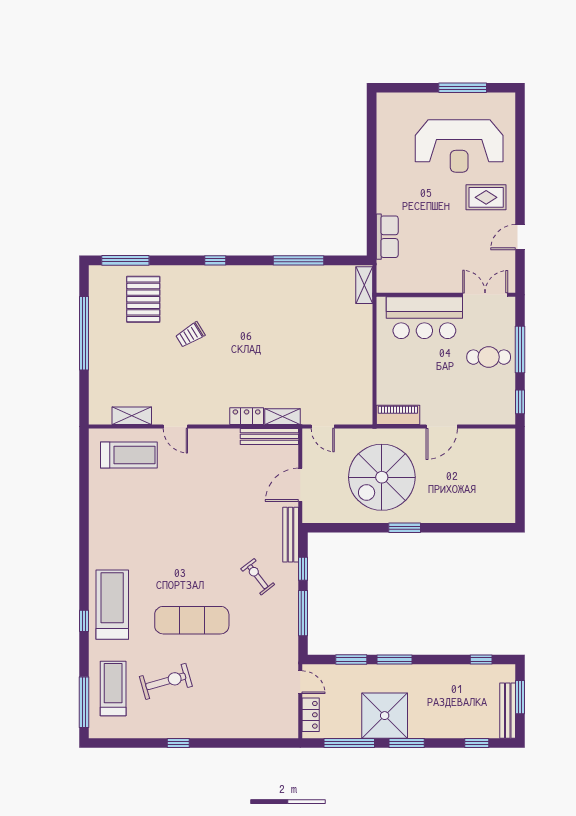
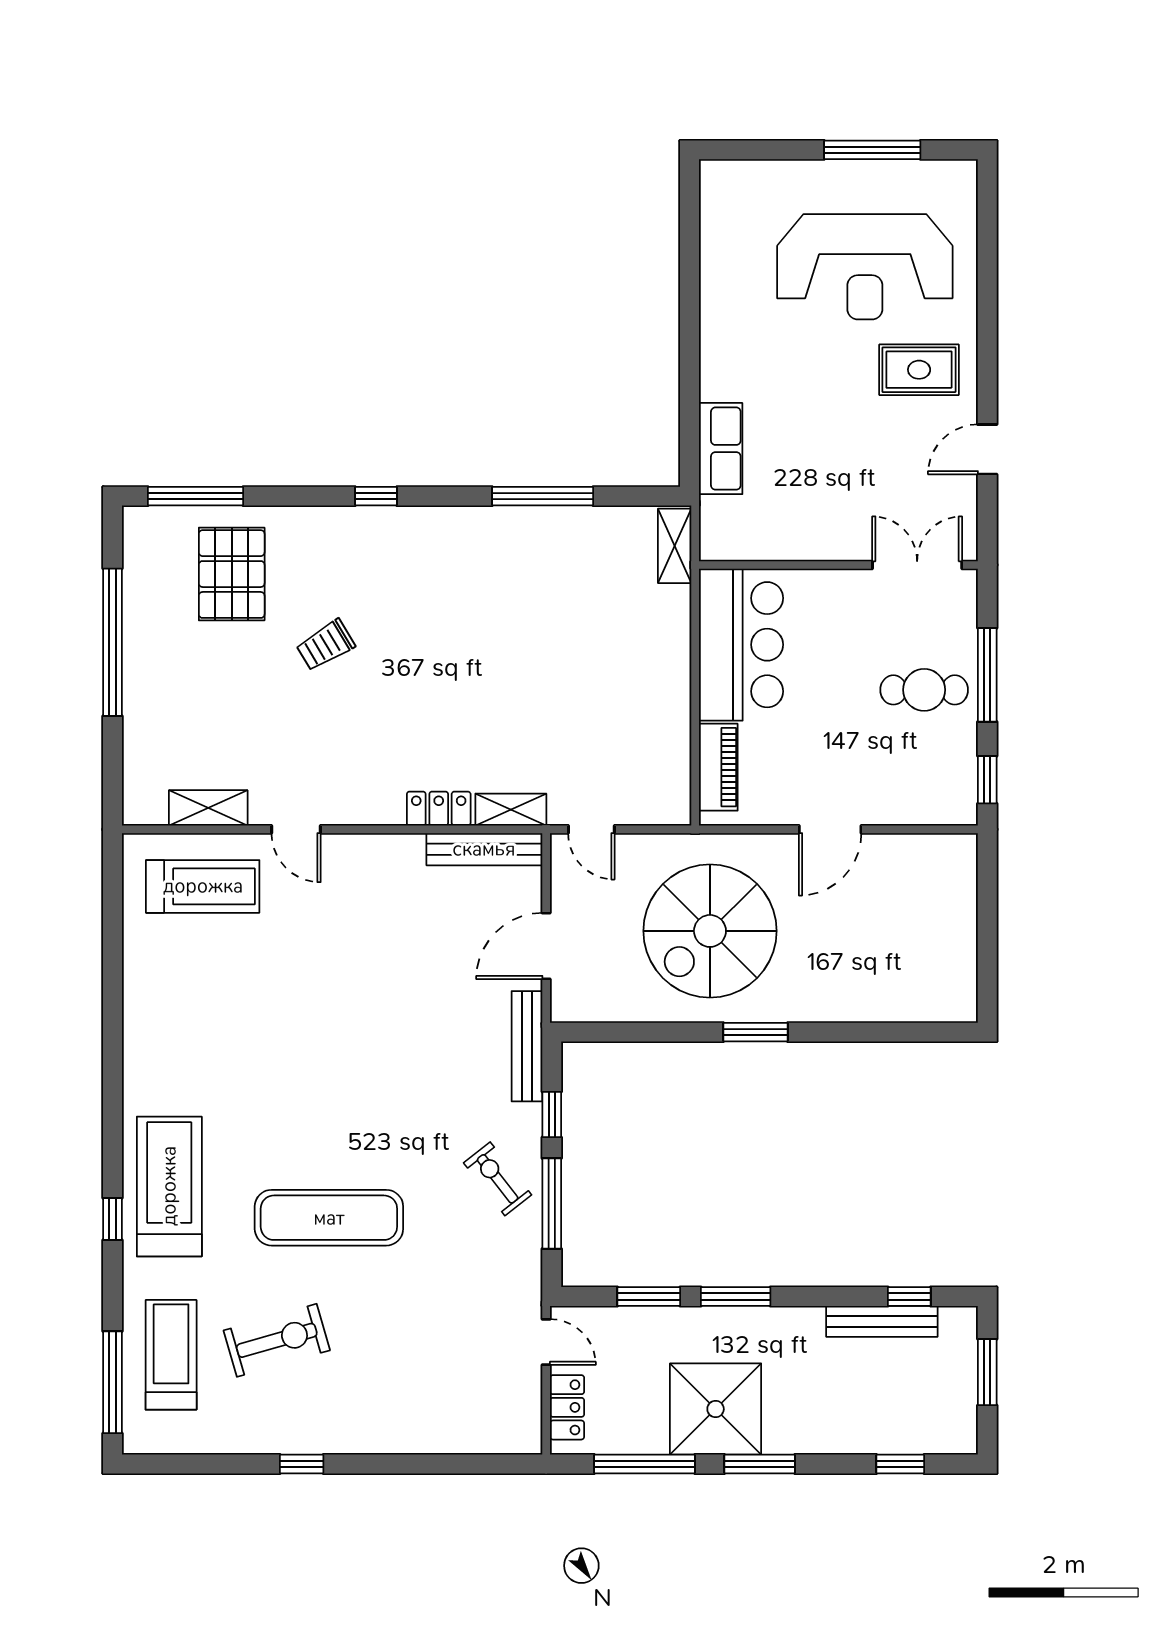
bar counter: (424, 318) -> (741, 645), moved, turned -90
piano: (398, 415) -> (718, 767), moved, turned 90
exercise bike: (258, 577) -> (498, 1179), moved
bench: (508, 711) -> (882, 1321), moved, turned 90

